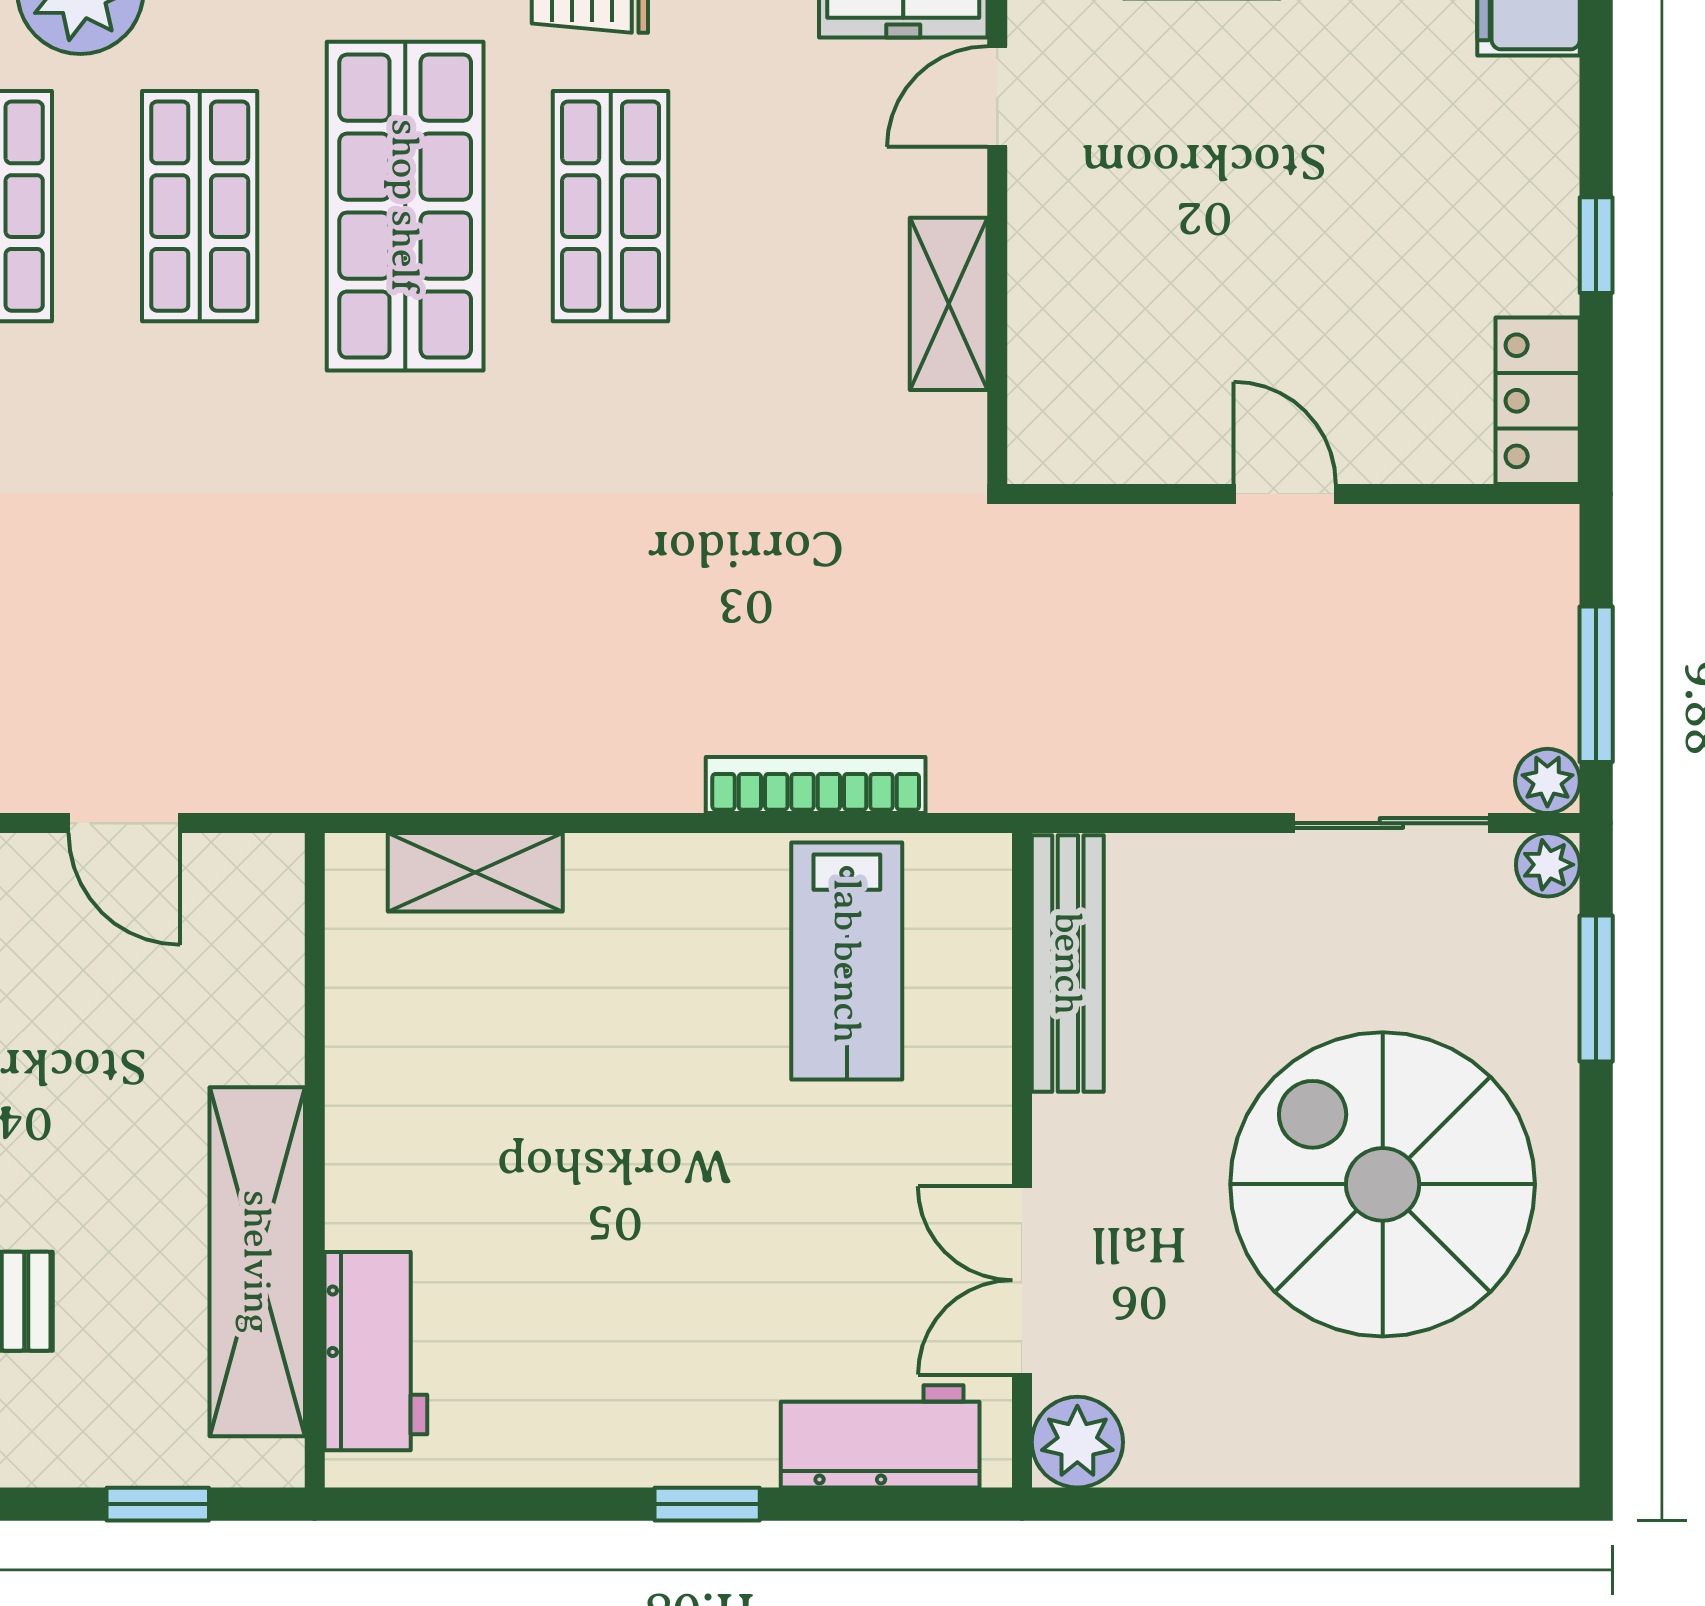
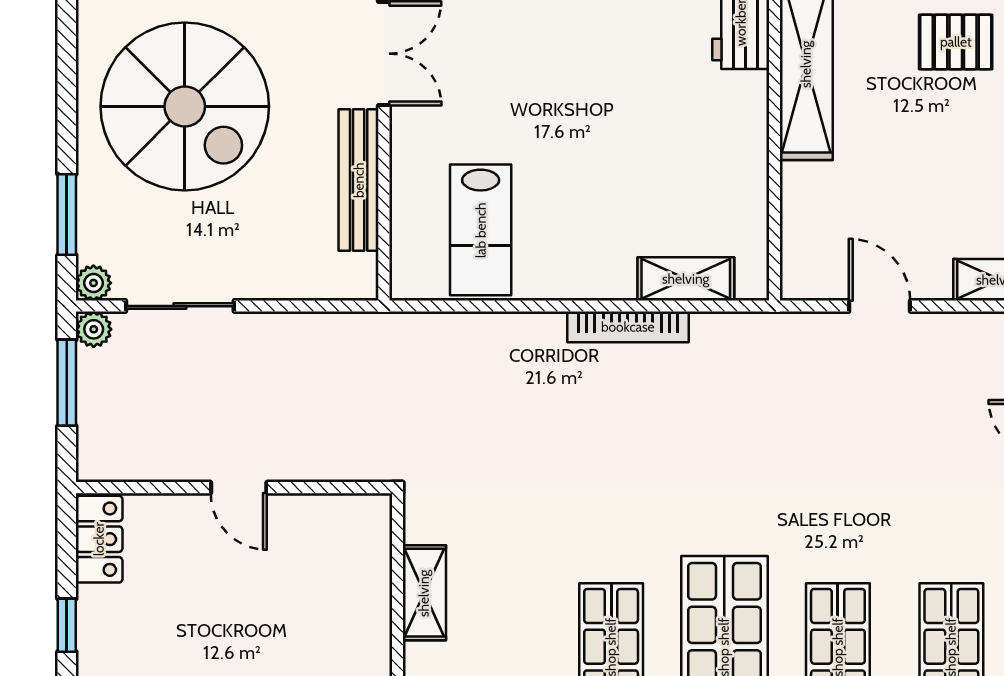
bookcase: (816, 785) -> (628, 327), moved
lab bench: (847, 961) -> (481, 230), turned 180
bench: (1068, 964) -> (359, 180), moved

